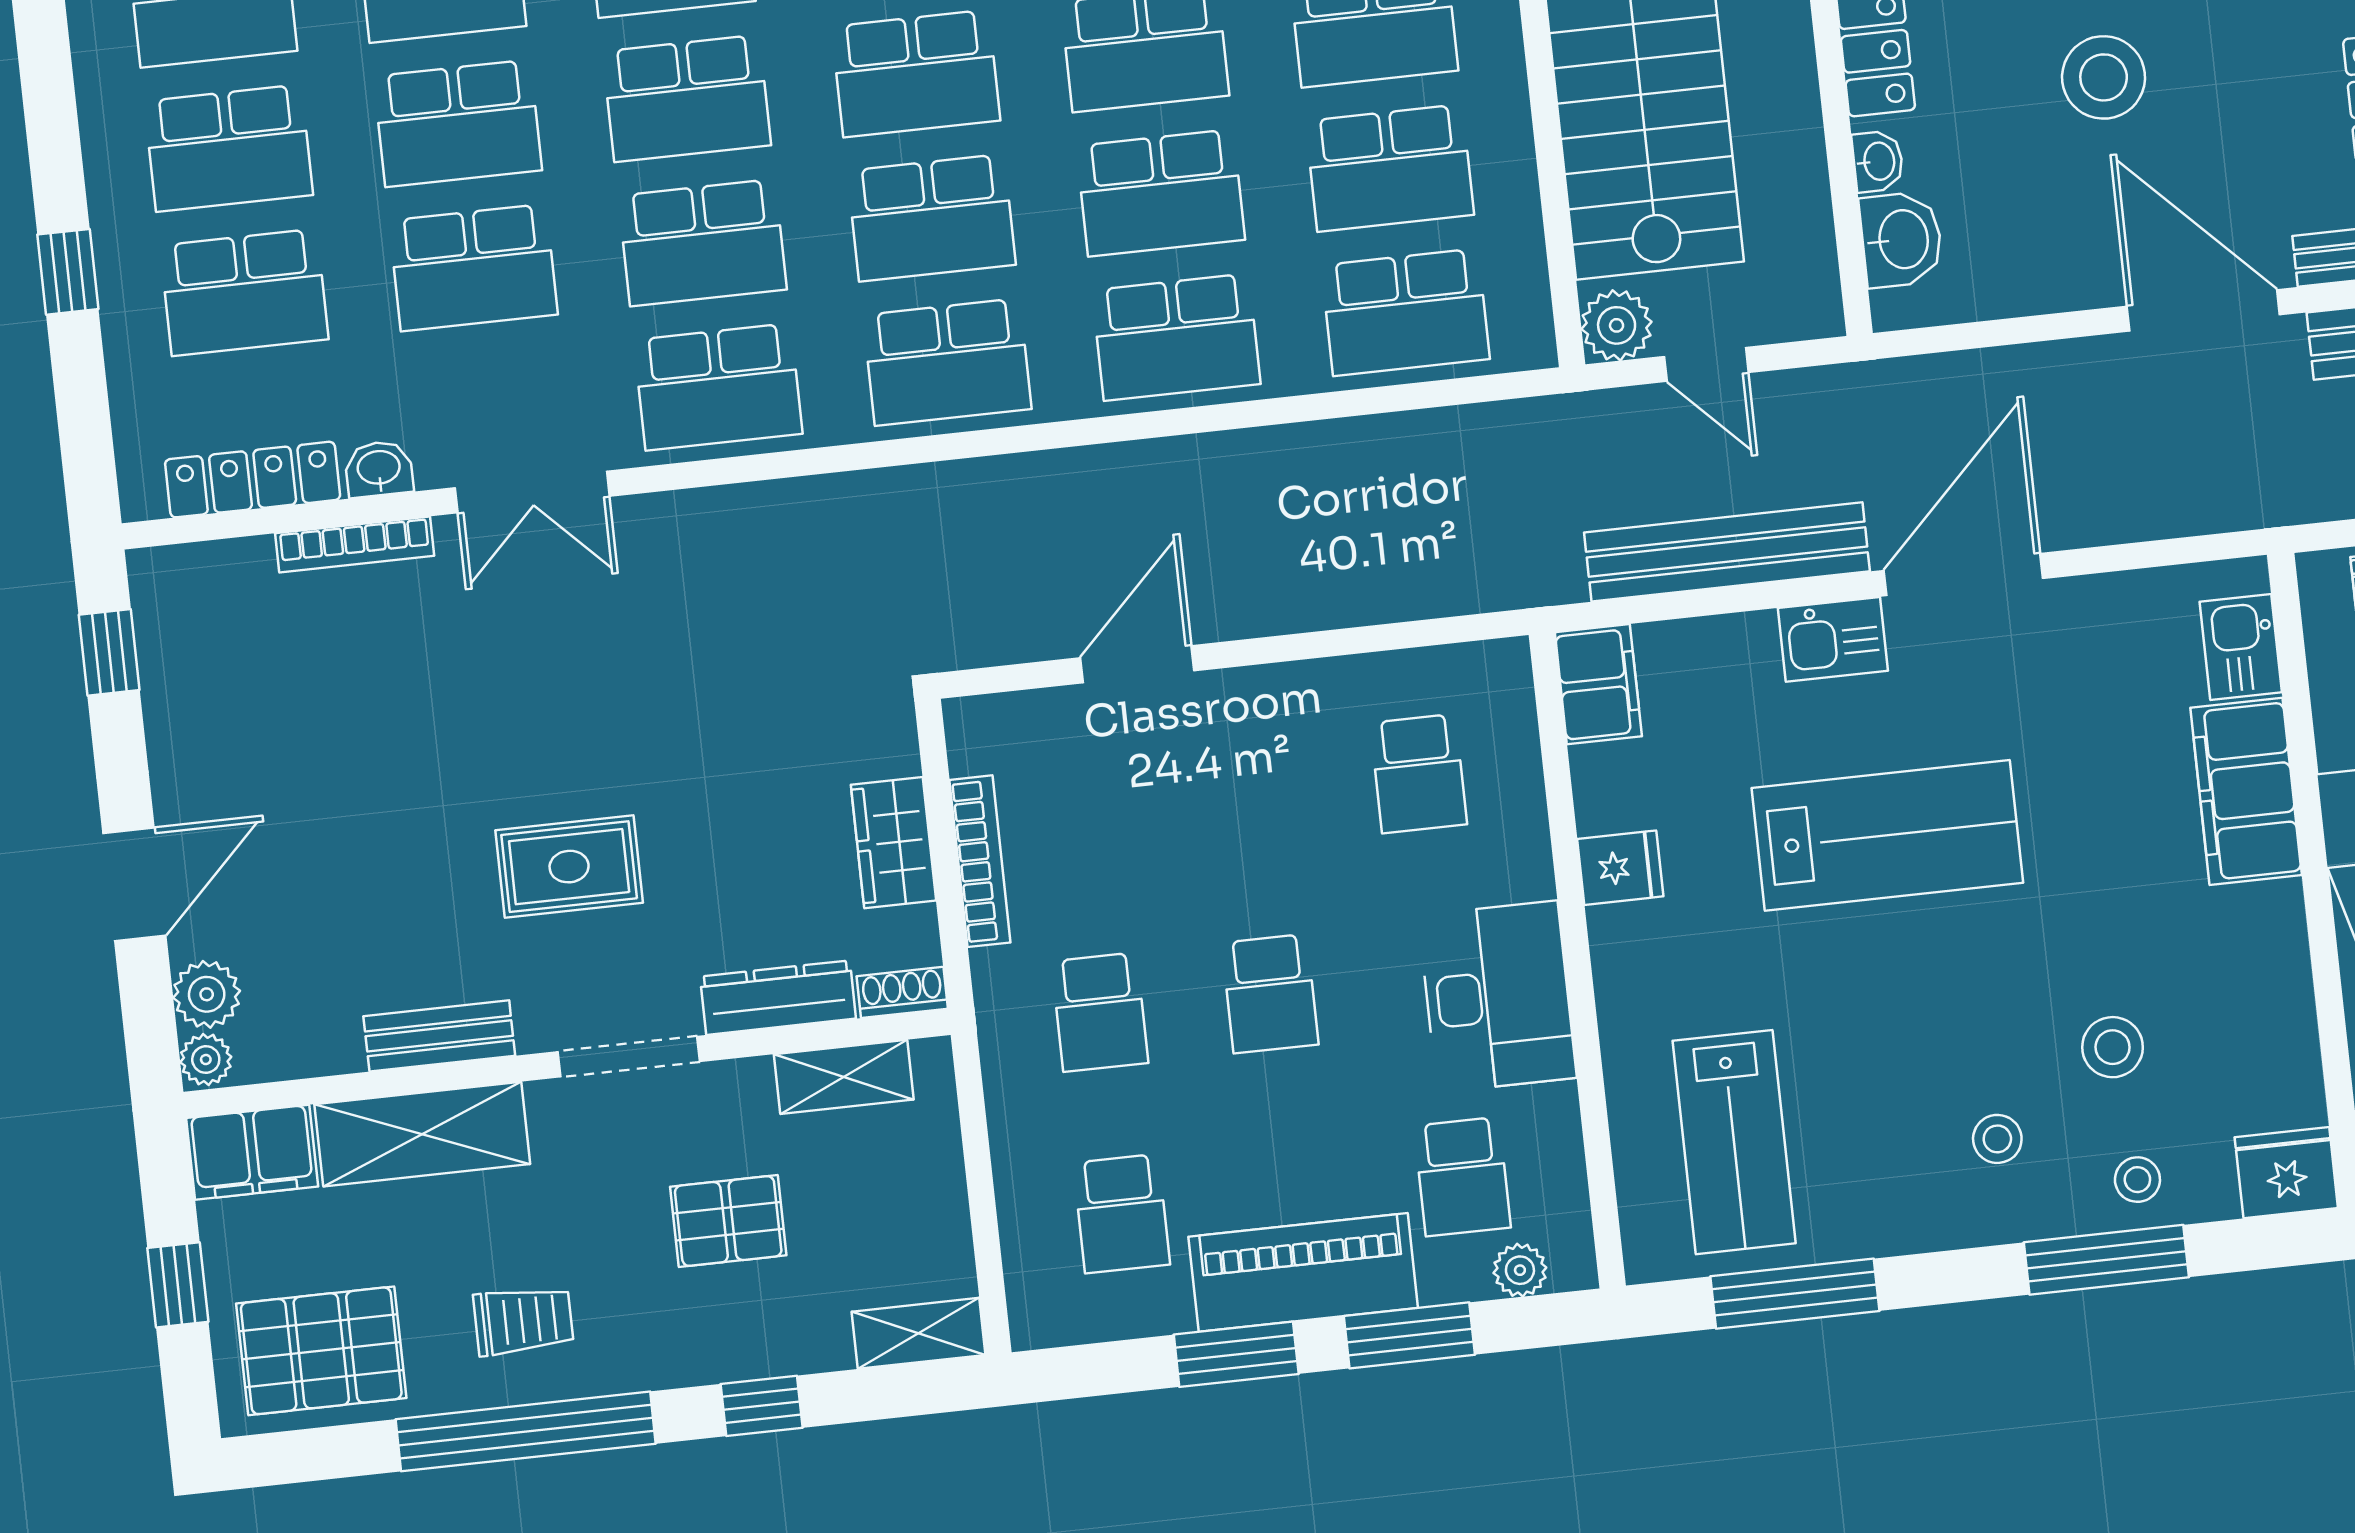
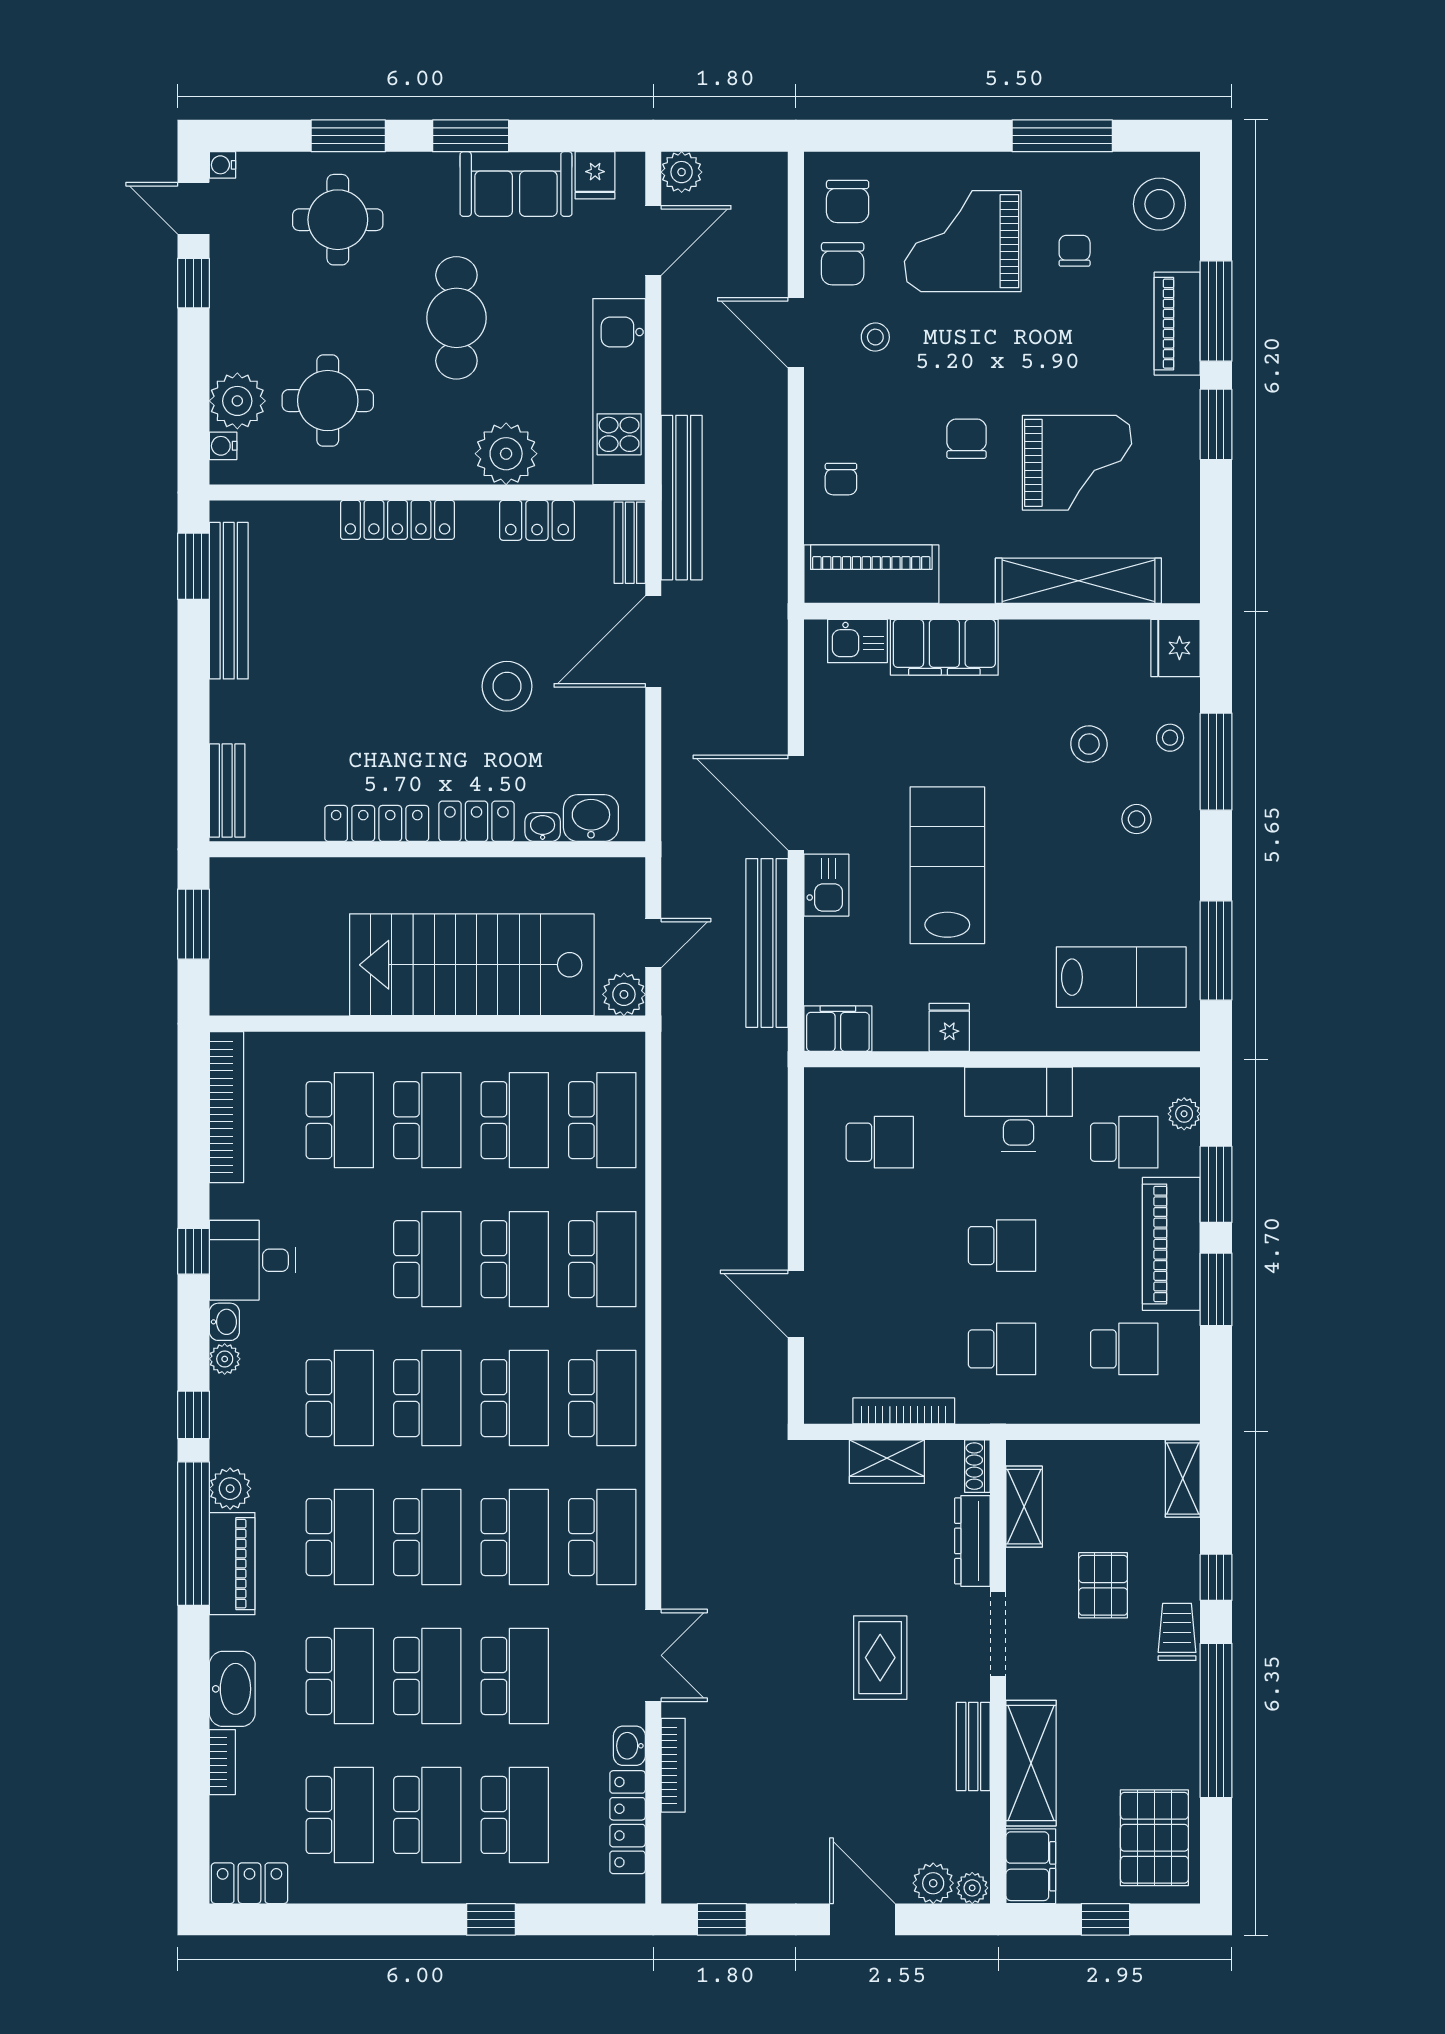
trolley: (523, 1321) -> (1177, 1632), moved

